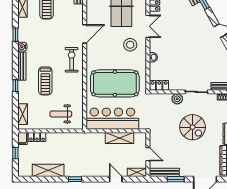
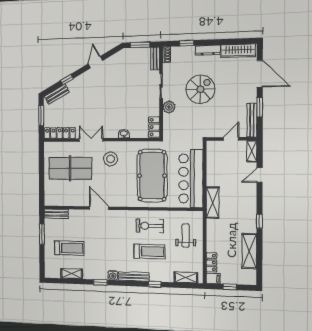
exercise bike: (72, 60) -> (150, 226), moved
weight bench: (61, 114) -> (186, 235), turned 180
shelving: (119, 138) -> (213, 203), moved

